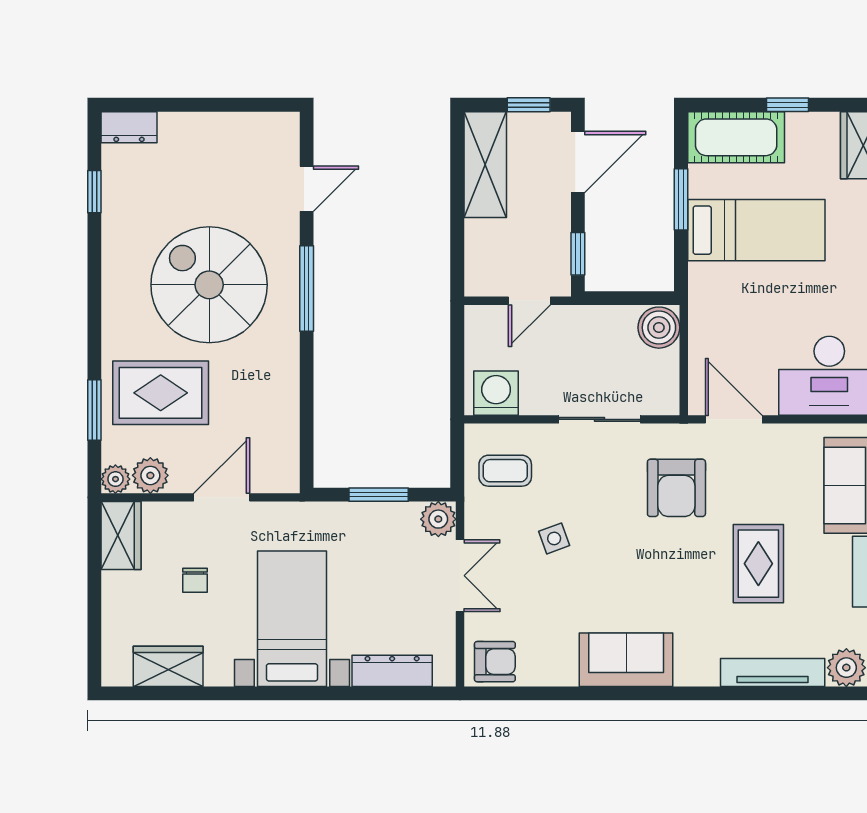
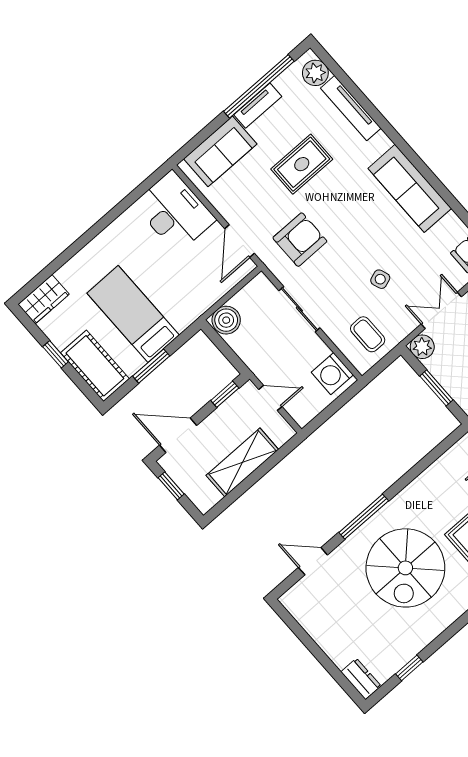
shelving: (485, 165) -> (242, 462), moved
sofa: (626, 660) -> (410, 188), width x1.36

